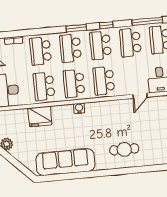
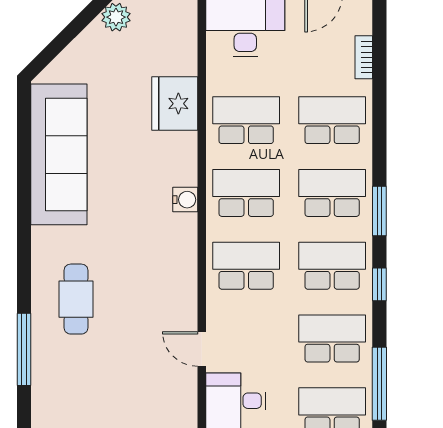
window: (147, 169) -> (24, 349), added

